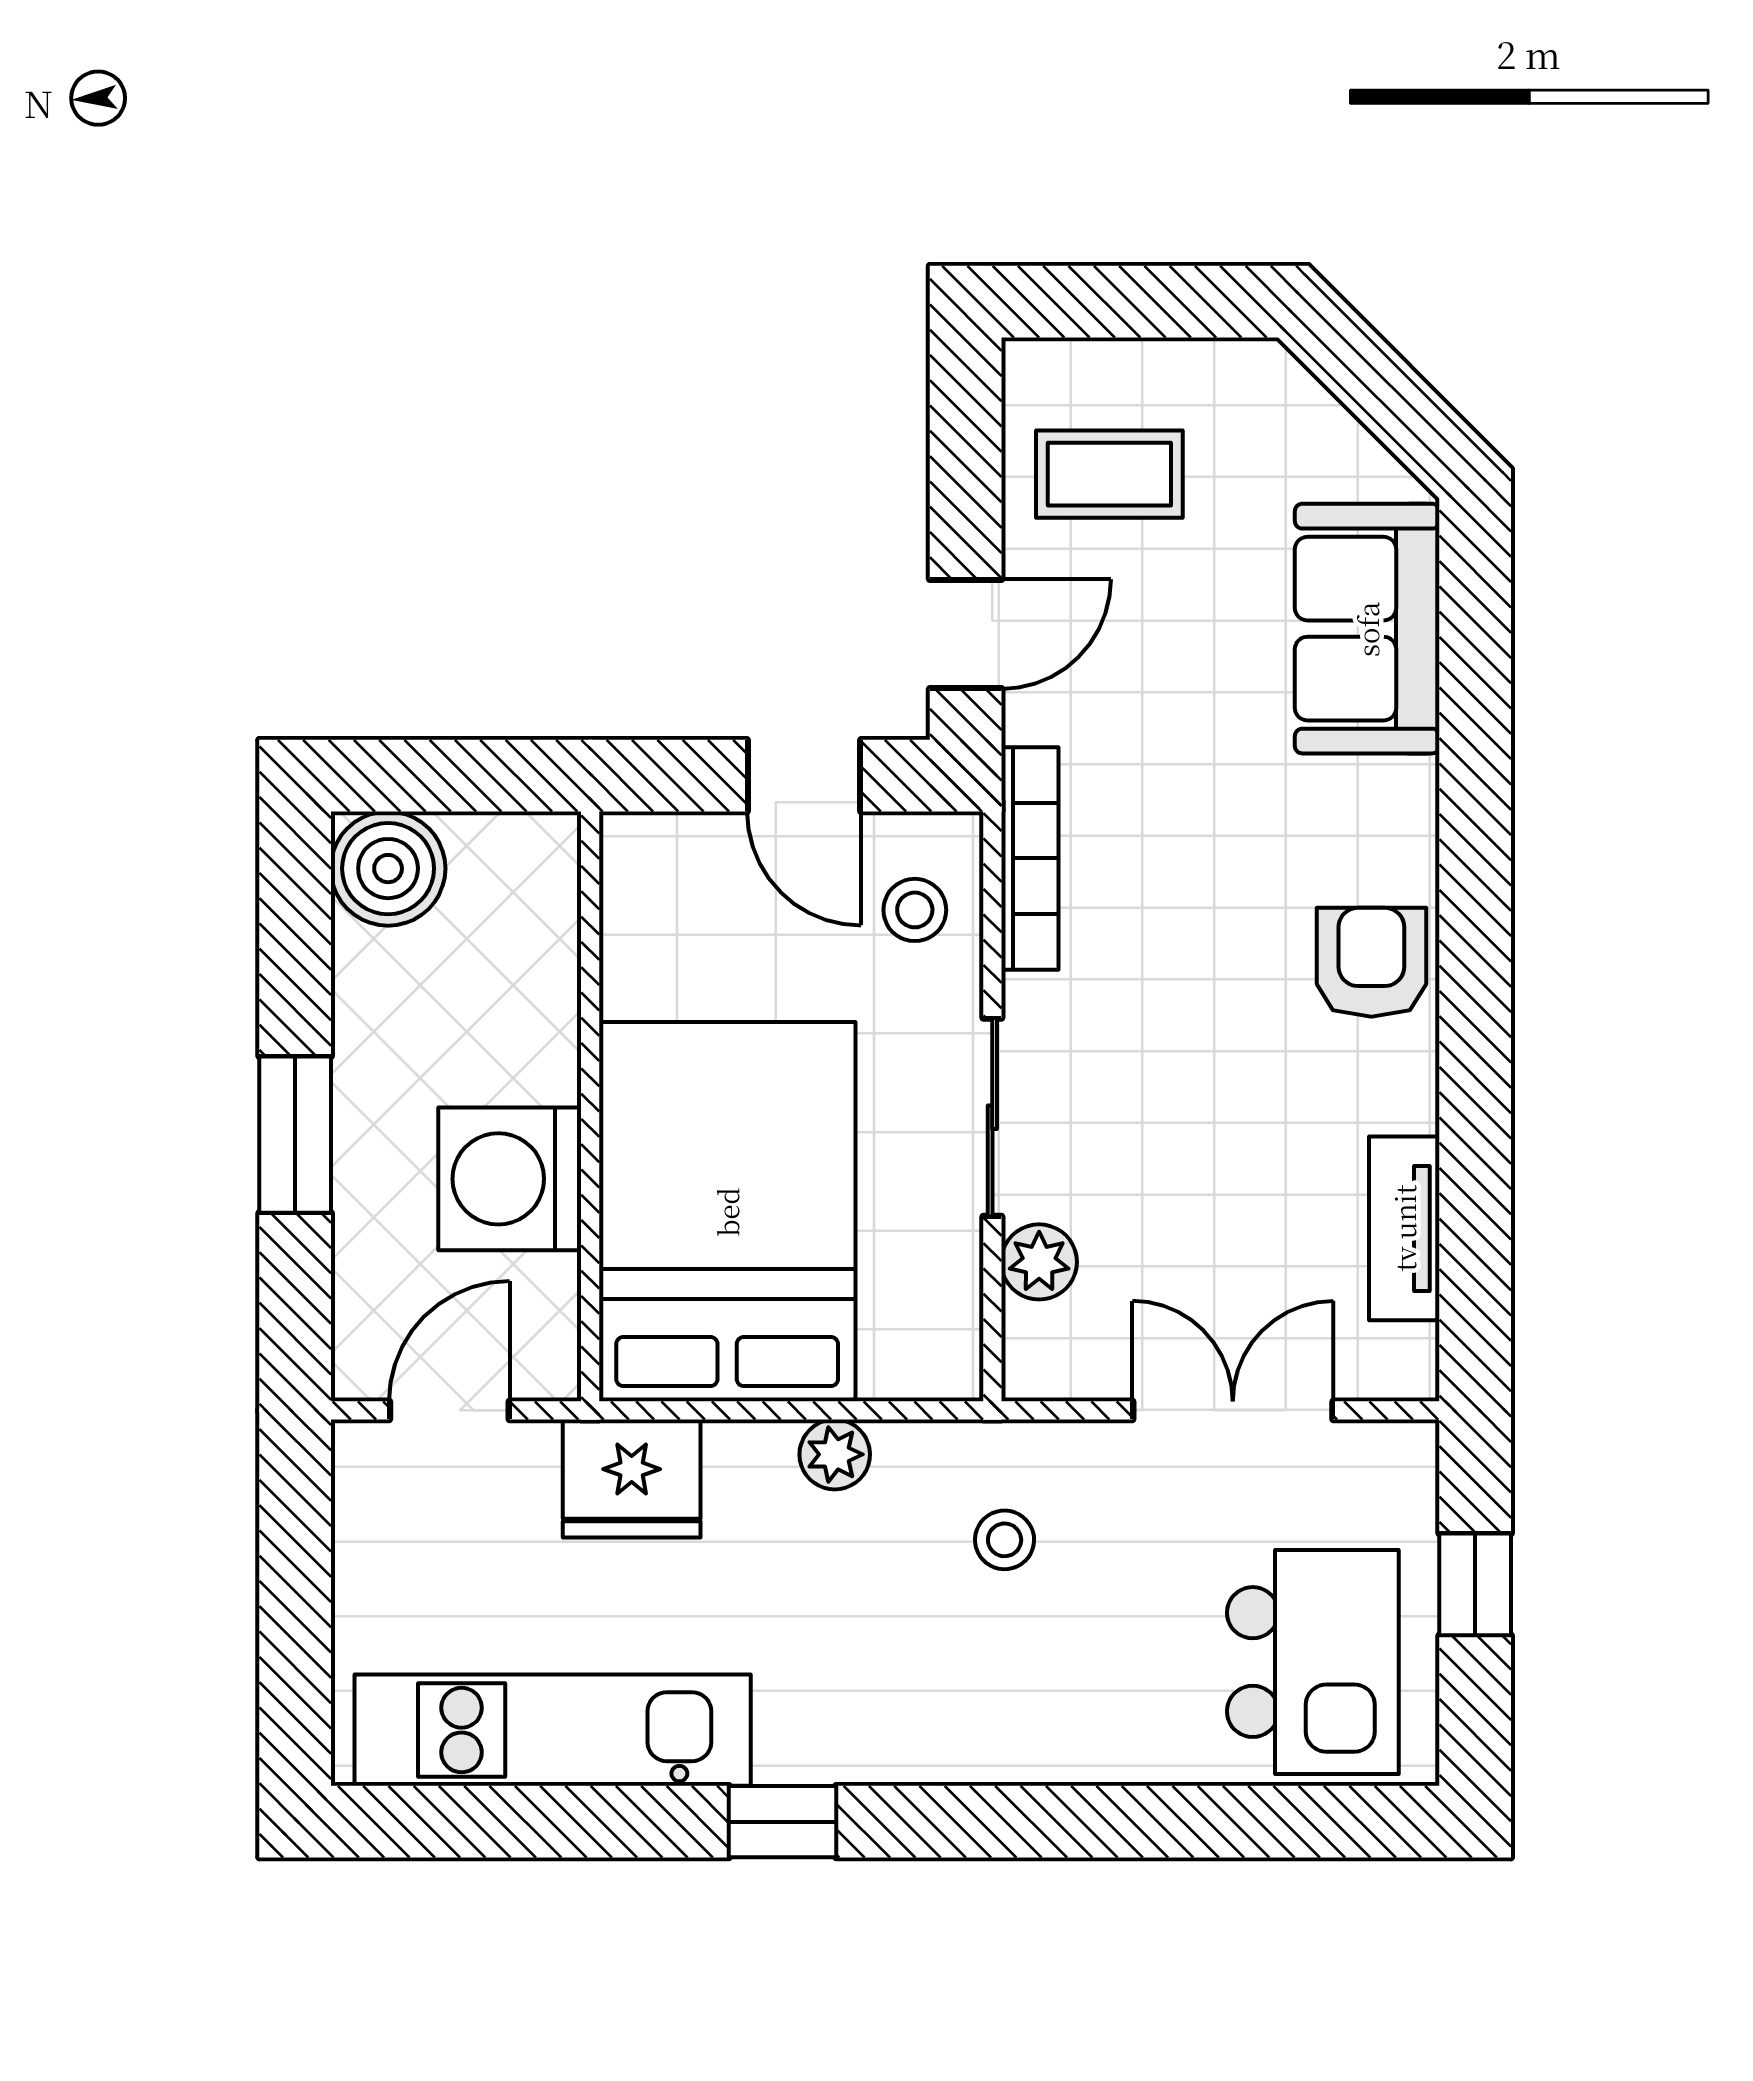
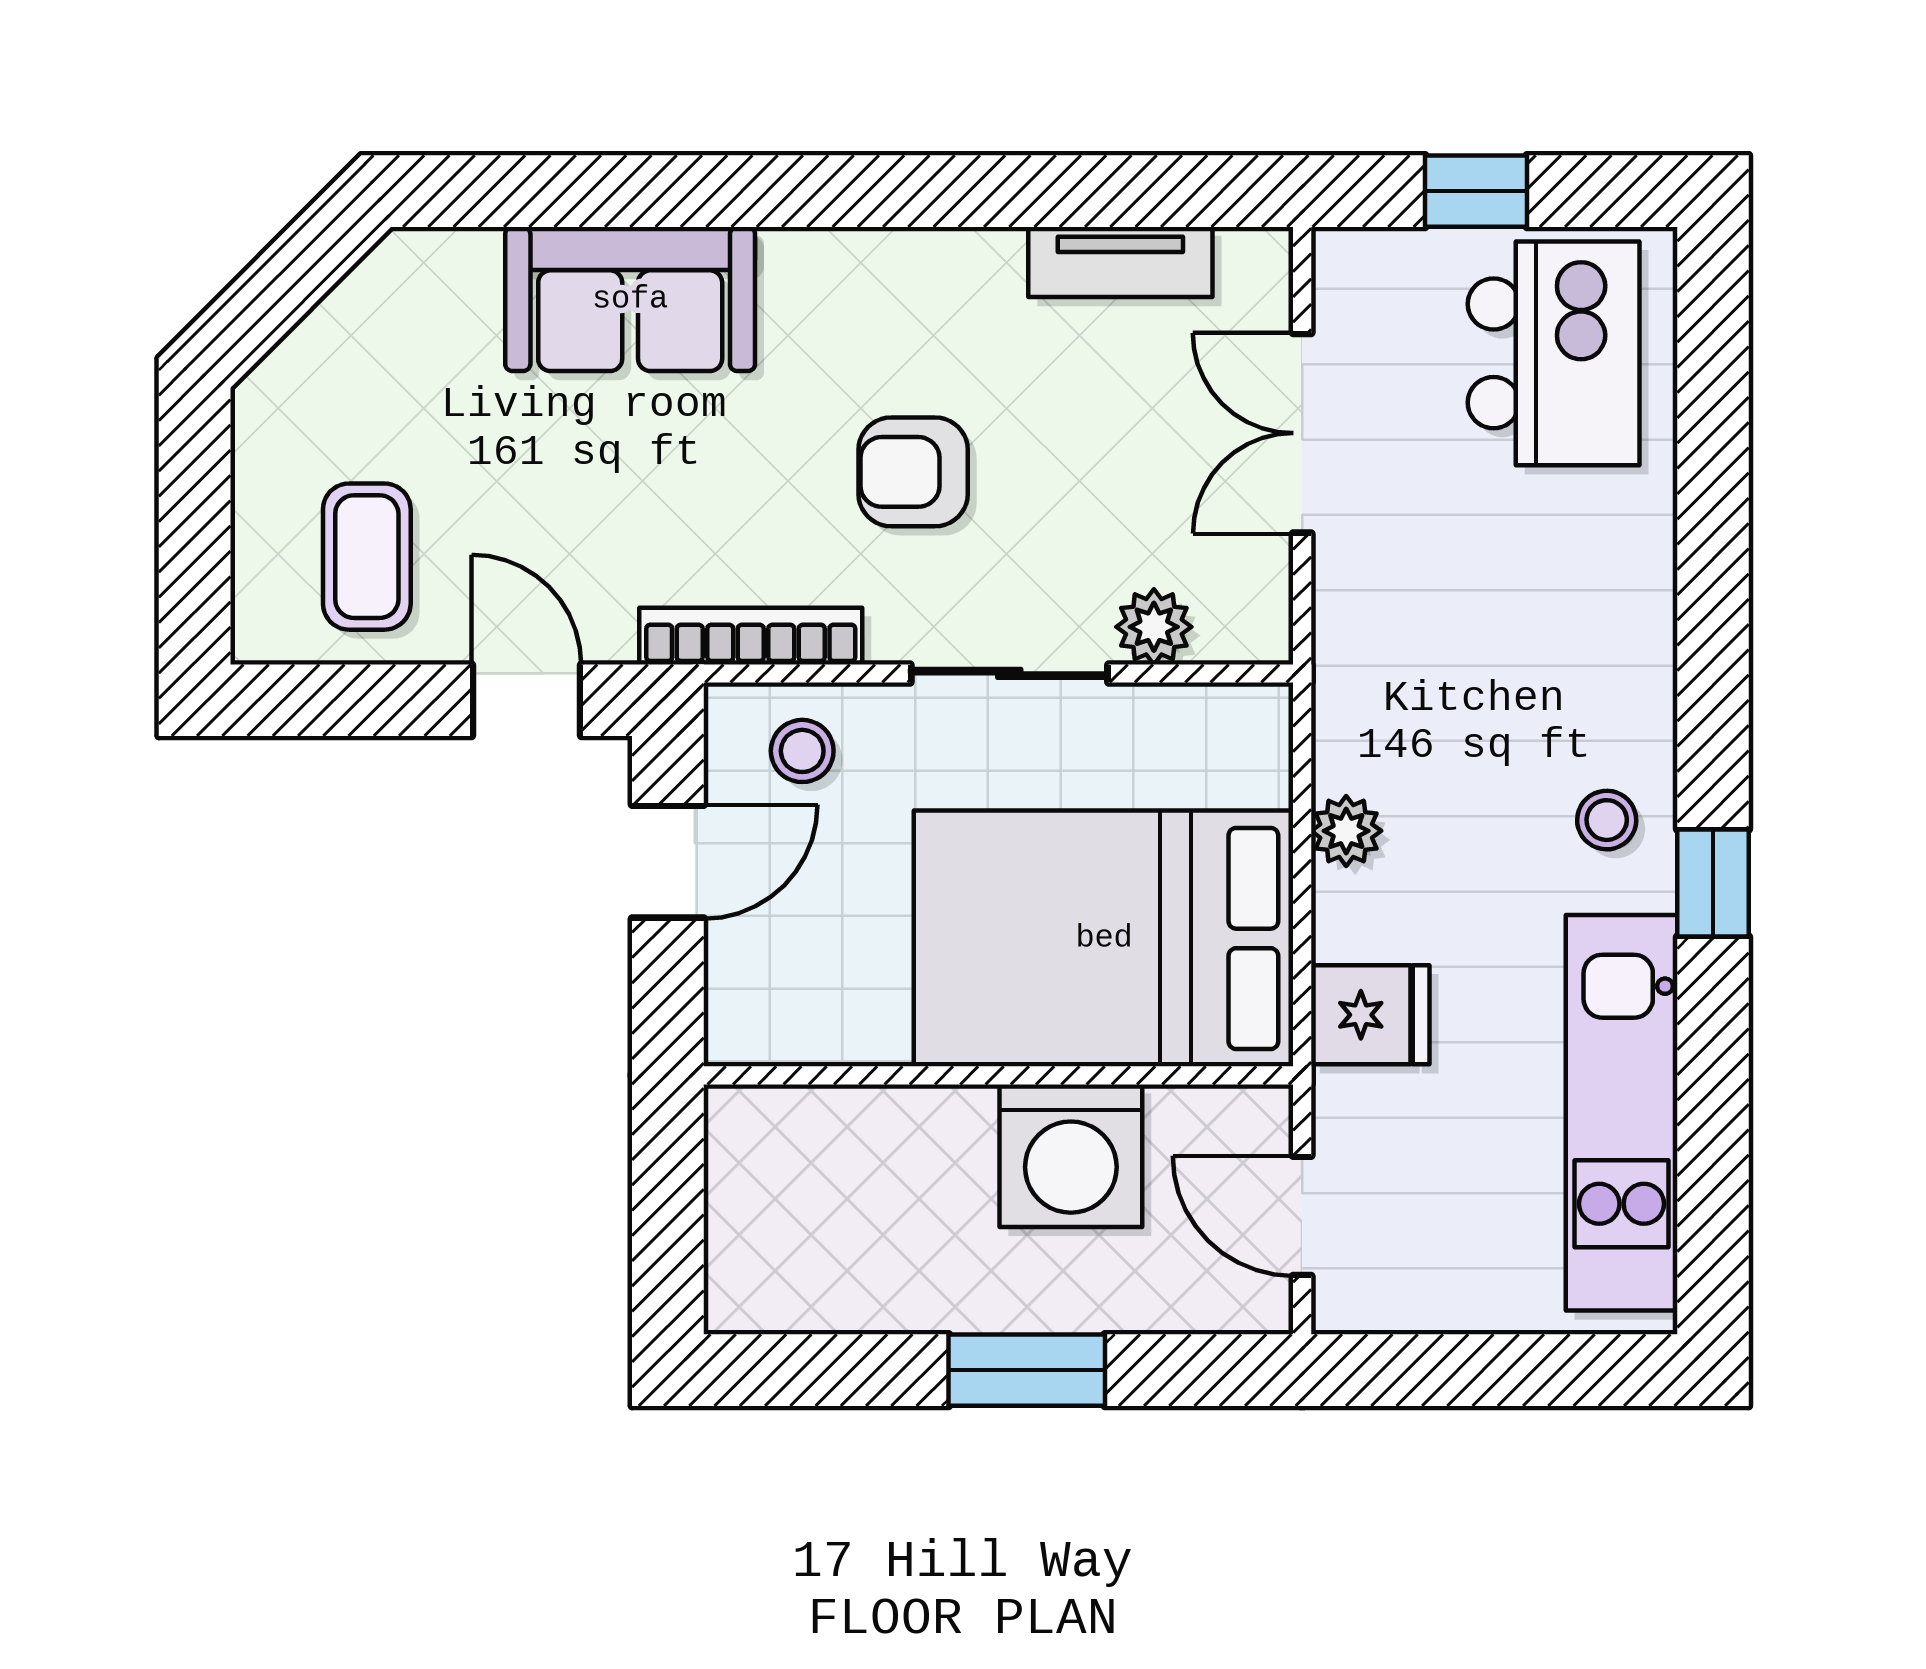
sofa: (1367, 629) -> (630, 299), moved
boiler: (388, 869) -> (761, 1277), removed
armchair: (1371, 962) -> (913, 472), moved
fridge: (632, 1479) -> (1370, 1015), width x0.72
stool: (1005, 1540) -> (1607, 820), moved
kitchen island: (1313, 1662) -> (1554, 353), turned 90

